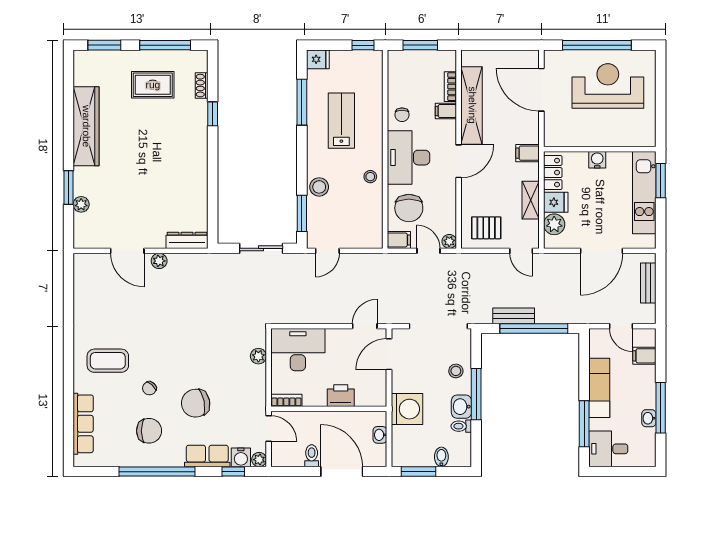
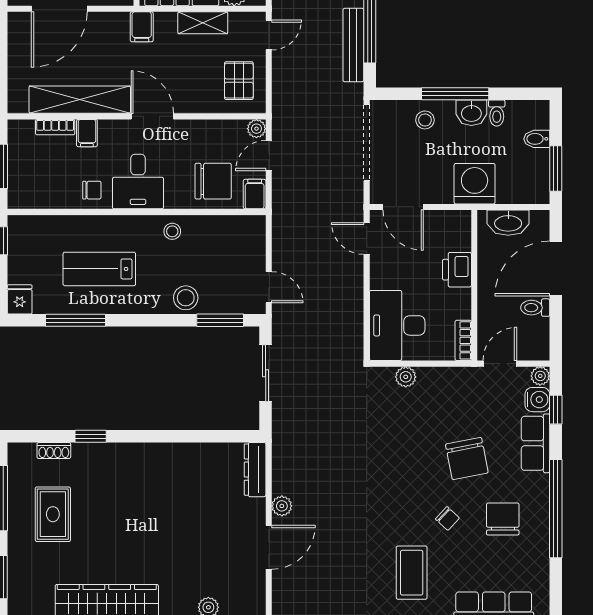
desk: (409, 158) -> (138, 182), width x0.73
bench: (514, 316) -> (353, 45), width x1.36
washbasin: (380, 435) -> (508, 223), width x1.91, depth x1.45

